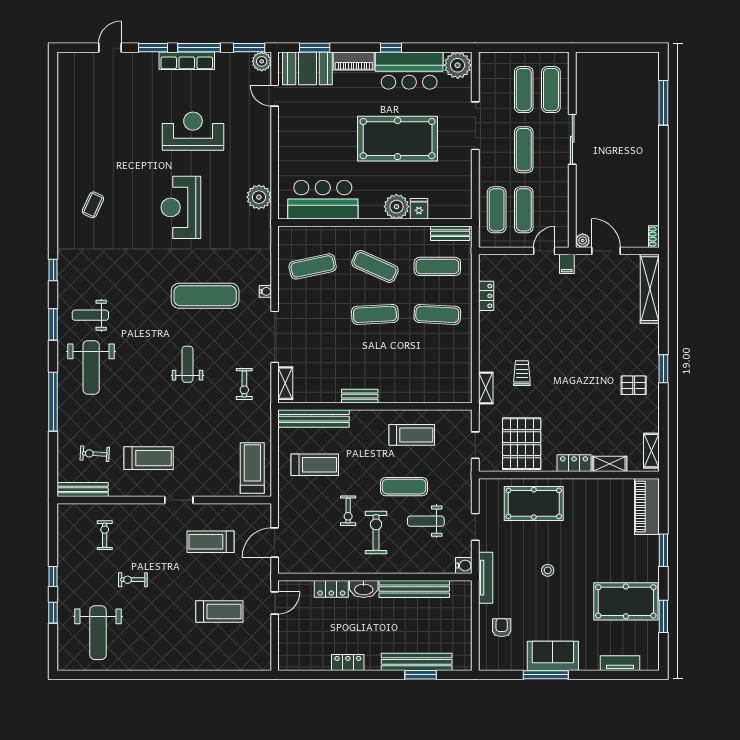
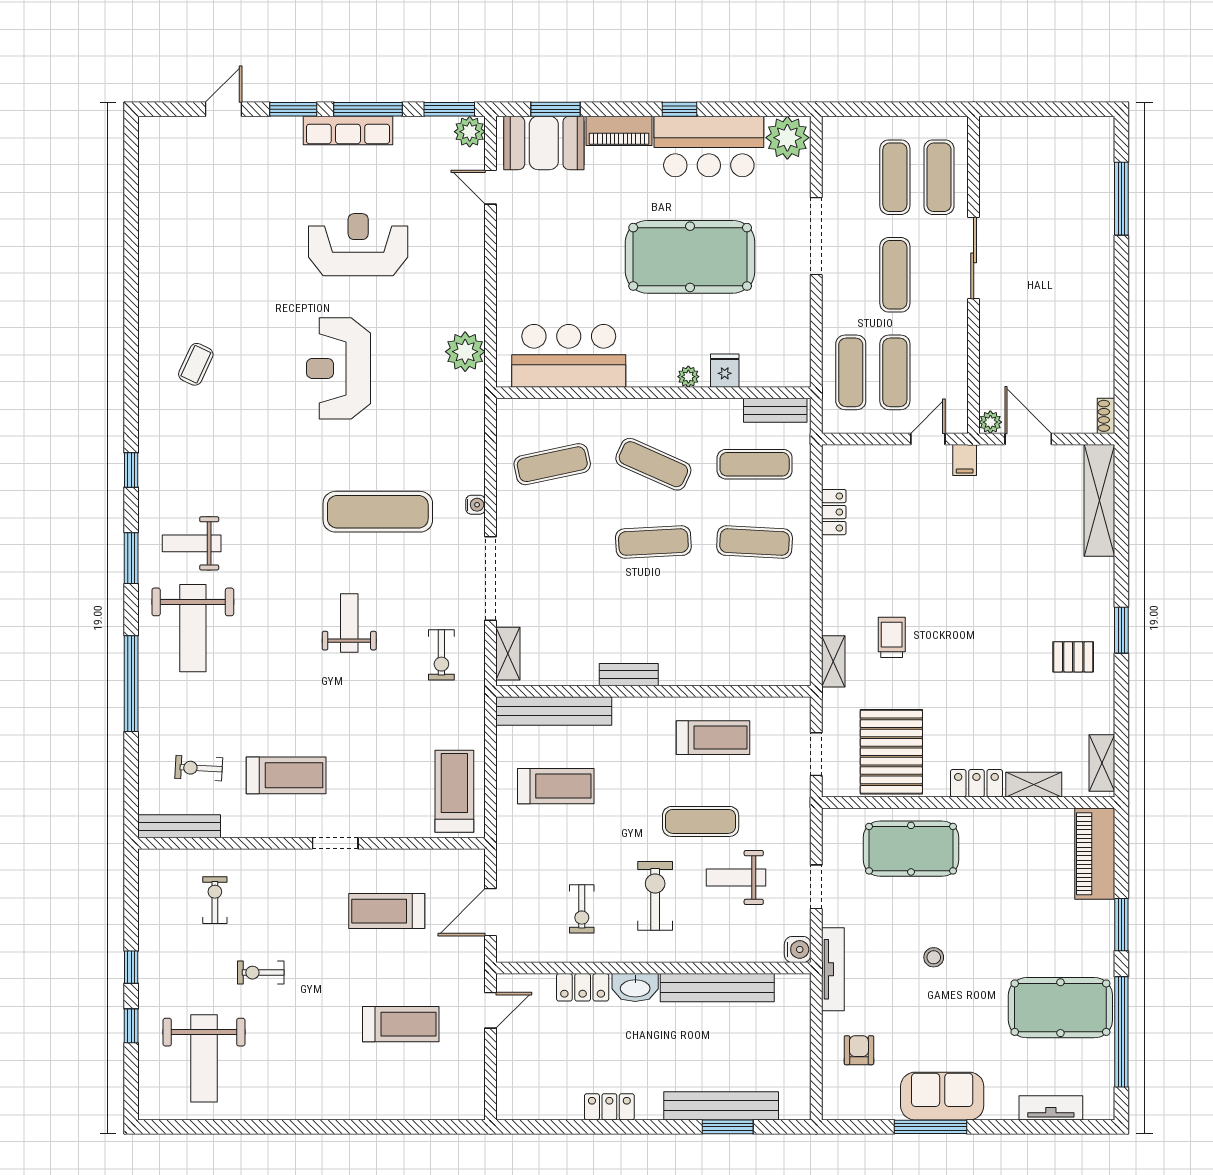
plant: (396, 207) -> (688, 377), width x0.53, depth x0.53
exercise bike: (348, 511) -> (582, 909), moved
window: (663, 616) -> (1121, 1032), width x2.11

